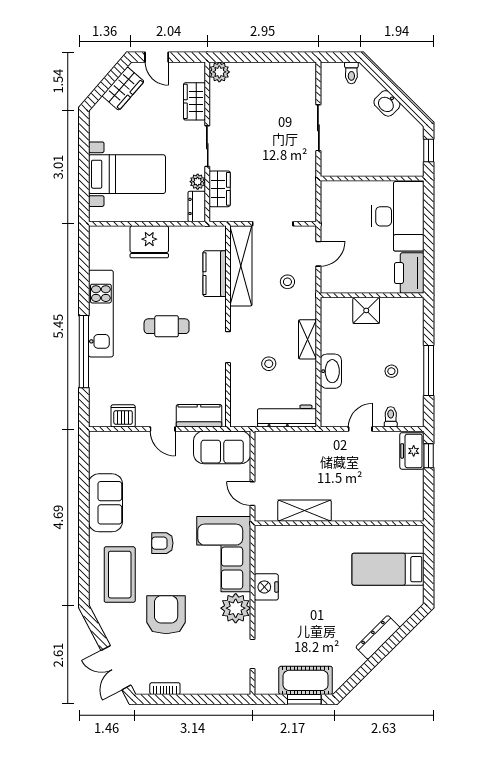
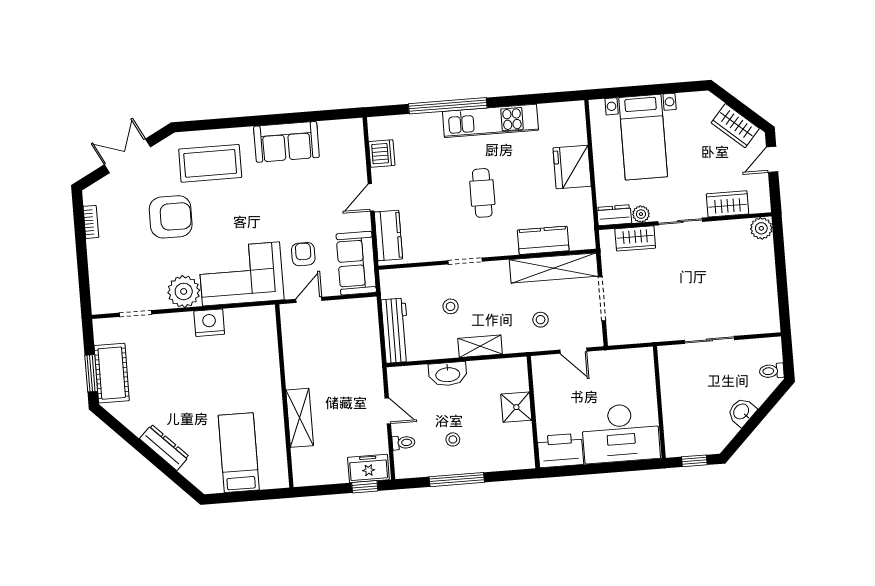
shelving: (305, 511) -> (300, 418), moved
armchair: (162, 543) -> (303, 254), moved
double door: (116, 668) -> (127, 156), moved

